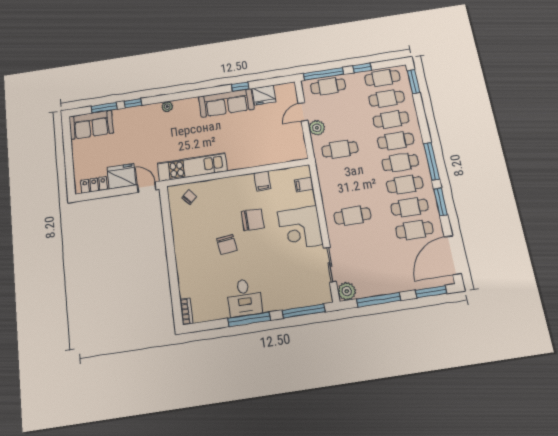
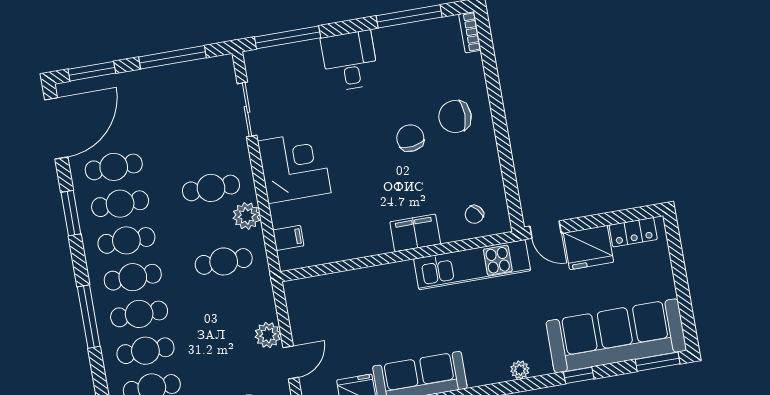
window: (104, 108) -> (658, 362), moved
sofa: (91, 125) -> (616, 336), width x1.85, depth x1.27
cafe table: (340, 149) -> (224, 261), moved
window: (431, 161) -> (89, 317), moved
filing cabinet: (262, 181) -> (415, 233), moved, width x2.00
chair: (253, 220) -> (455, 117), moved
plant: (347, 291) -> (247, 216), moved
desk: (244, 298) -> (350, 61), moved
window: (249, 319) -> (409, 16), moved

